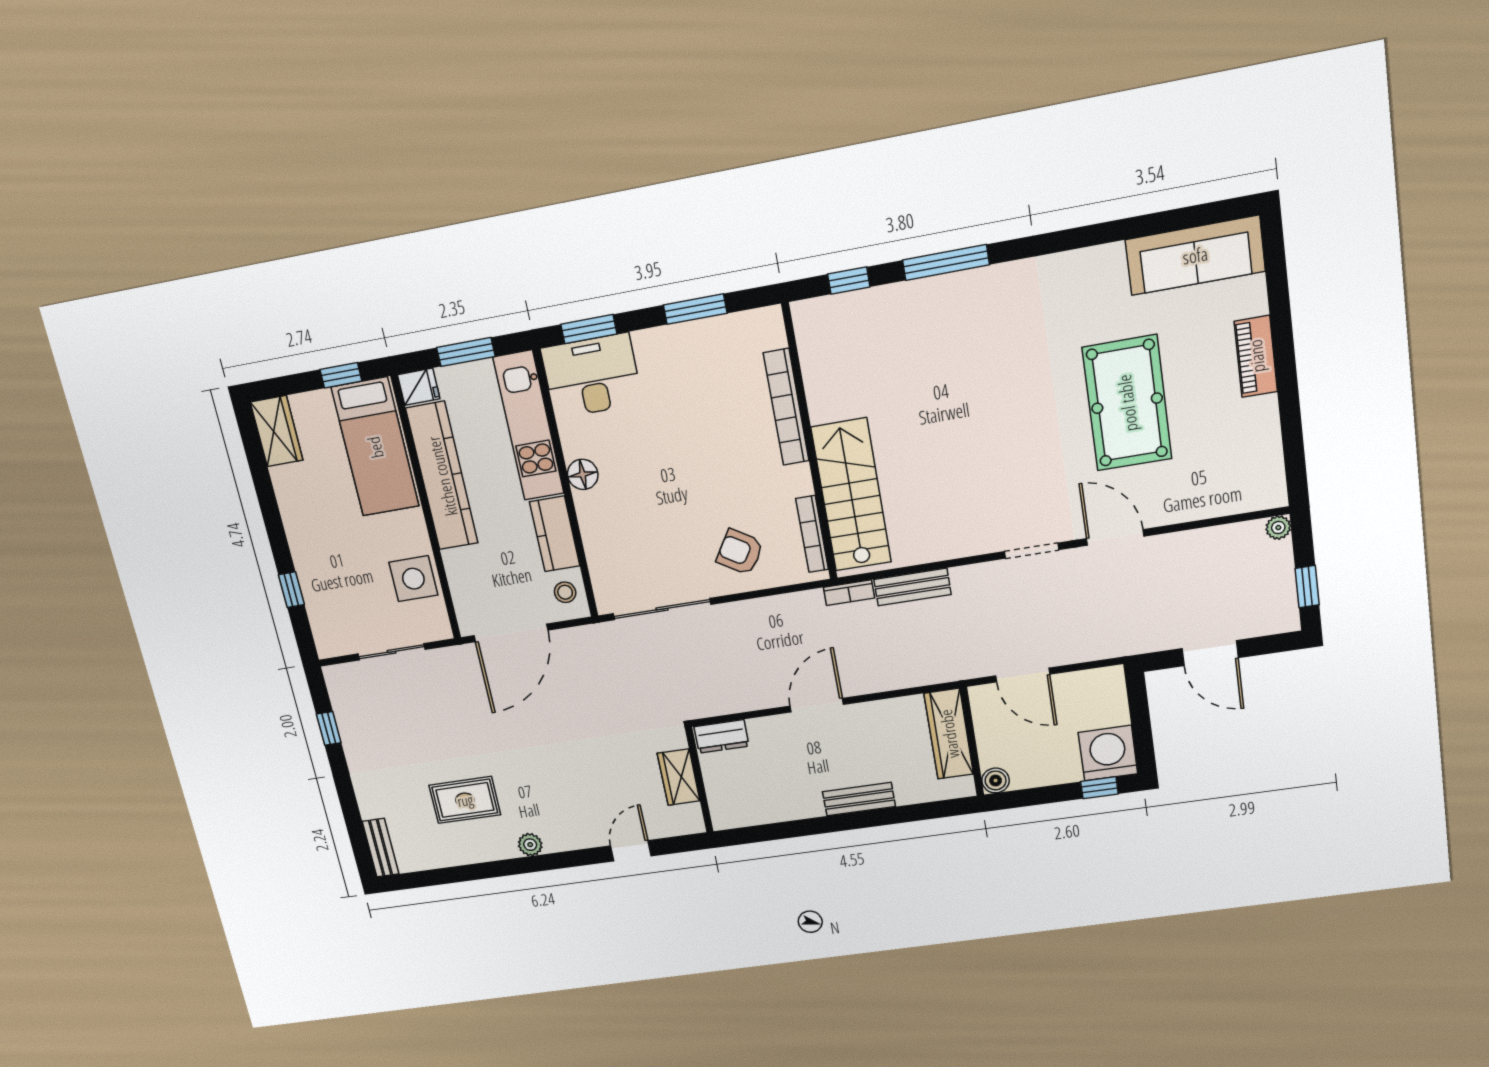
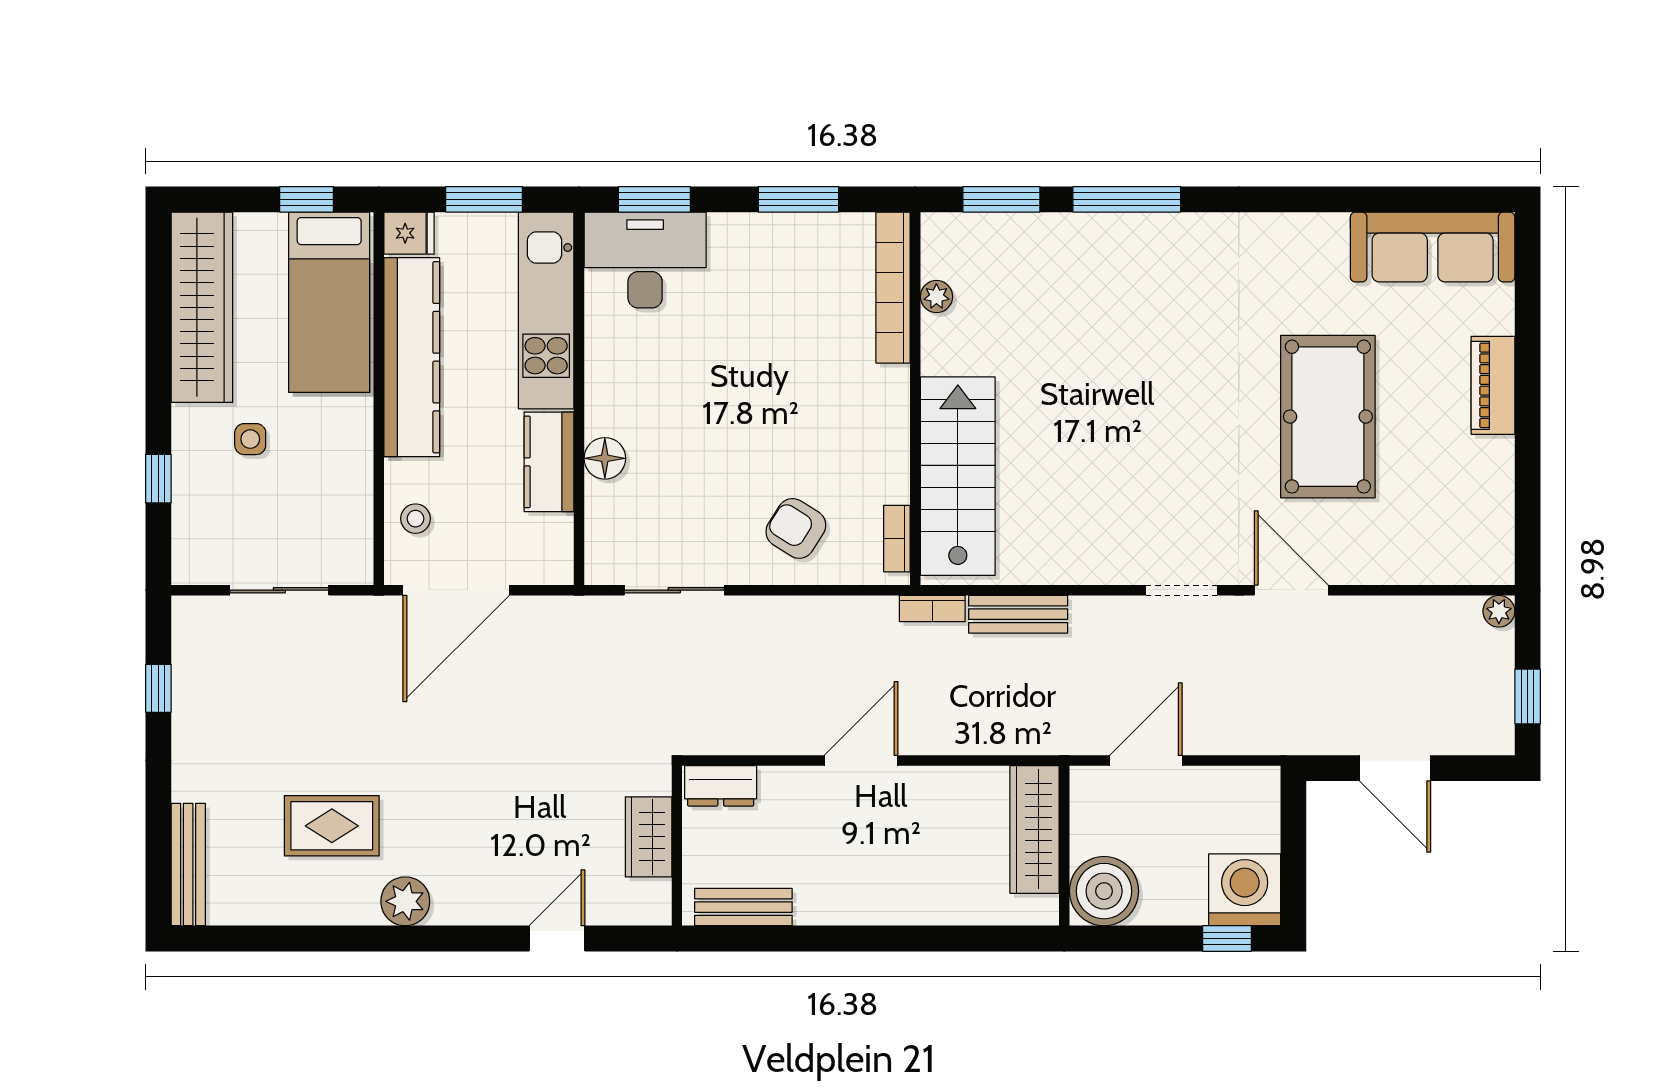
window: (849, 281) -> (1001, 199), width x1.50
plant: (812, 364) -> (936, 297), added
bookcase: (786, 407) -> (893, 288), moved
wardrobe: (277, 431) -> (202, 307), width x2.10, depth x1.17
floor lamp: (583, 474) -> (605, 458), moved
bookcase: (812, 534) -> (897, 539), width x0.64
side table: (413, 579) -> (250, 439), moved, width x0.54, depth x0.54
stool: (565, 592) -> (415, 519), moved
sliding door: (662, 609) -> (674, 590), width x0.73
door: (1023, 675) -> (1146, 761), swing flipped
boiler: (996, 780) -> (1104, 891), width x1.86, depth x1.86
bench: (859, 799) -> (743, 907), moved
plant: (530, 845) -> (405, 901), width x1.38, depth x1.38
bench: (381, 848) -> (188, 865), width x1.36

